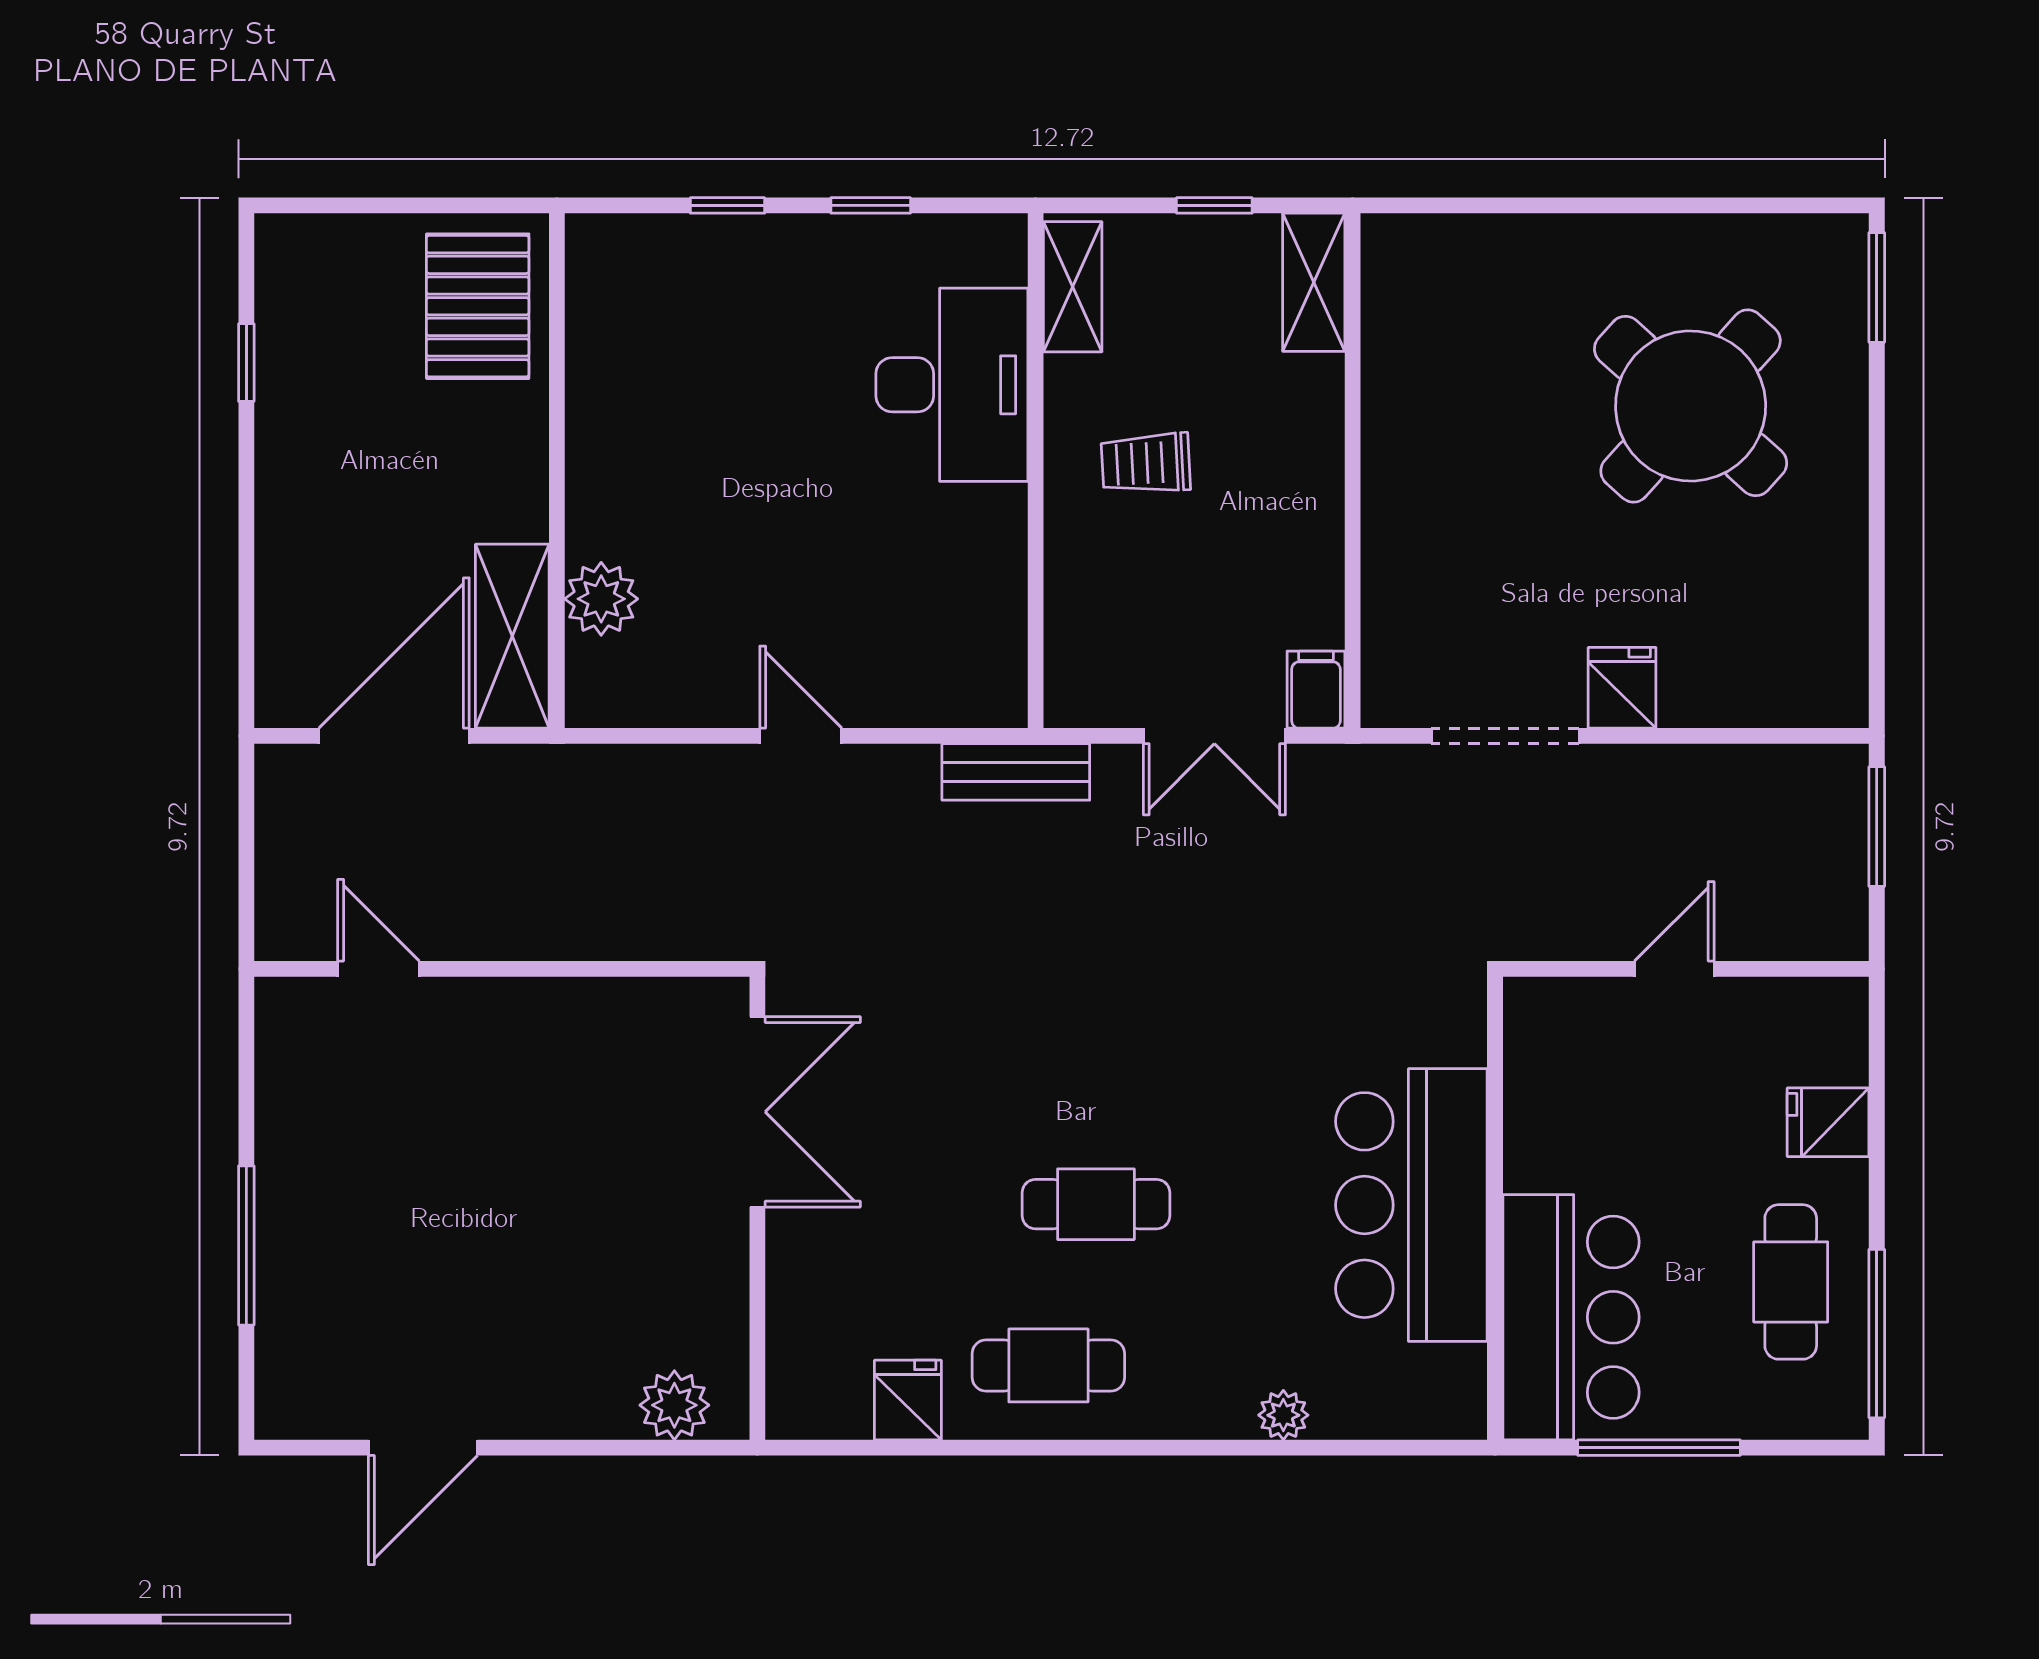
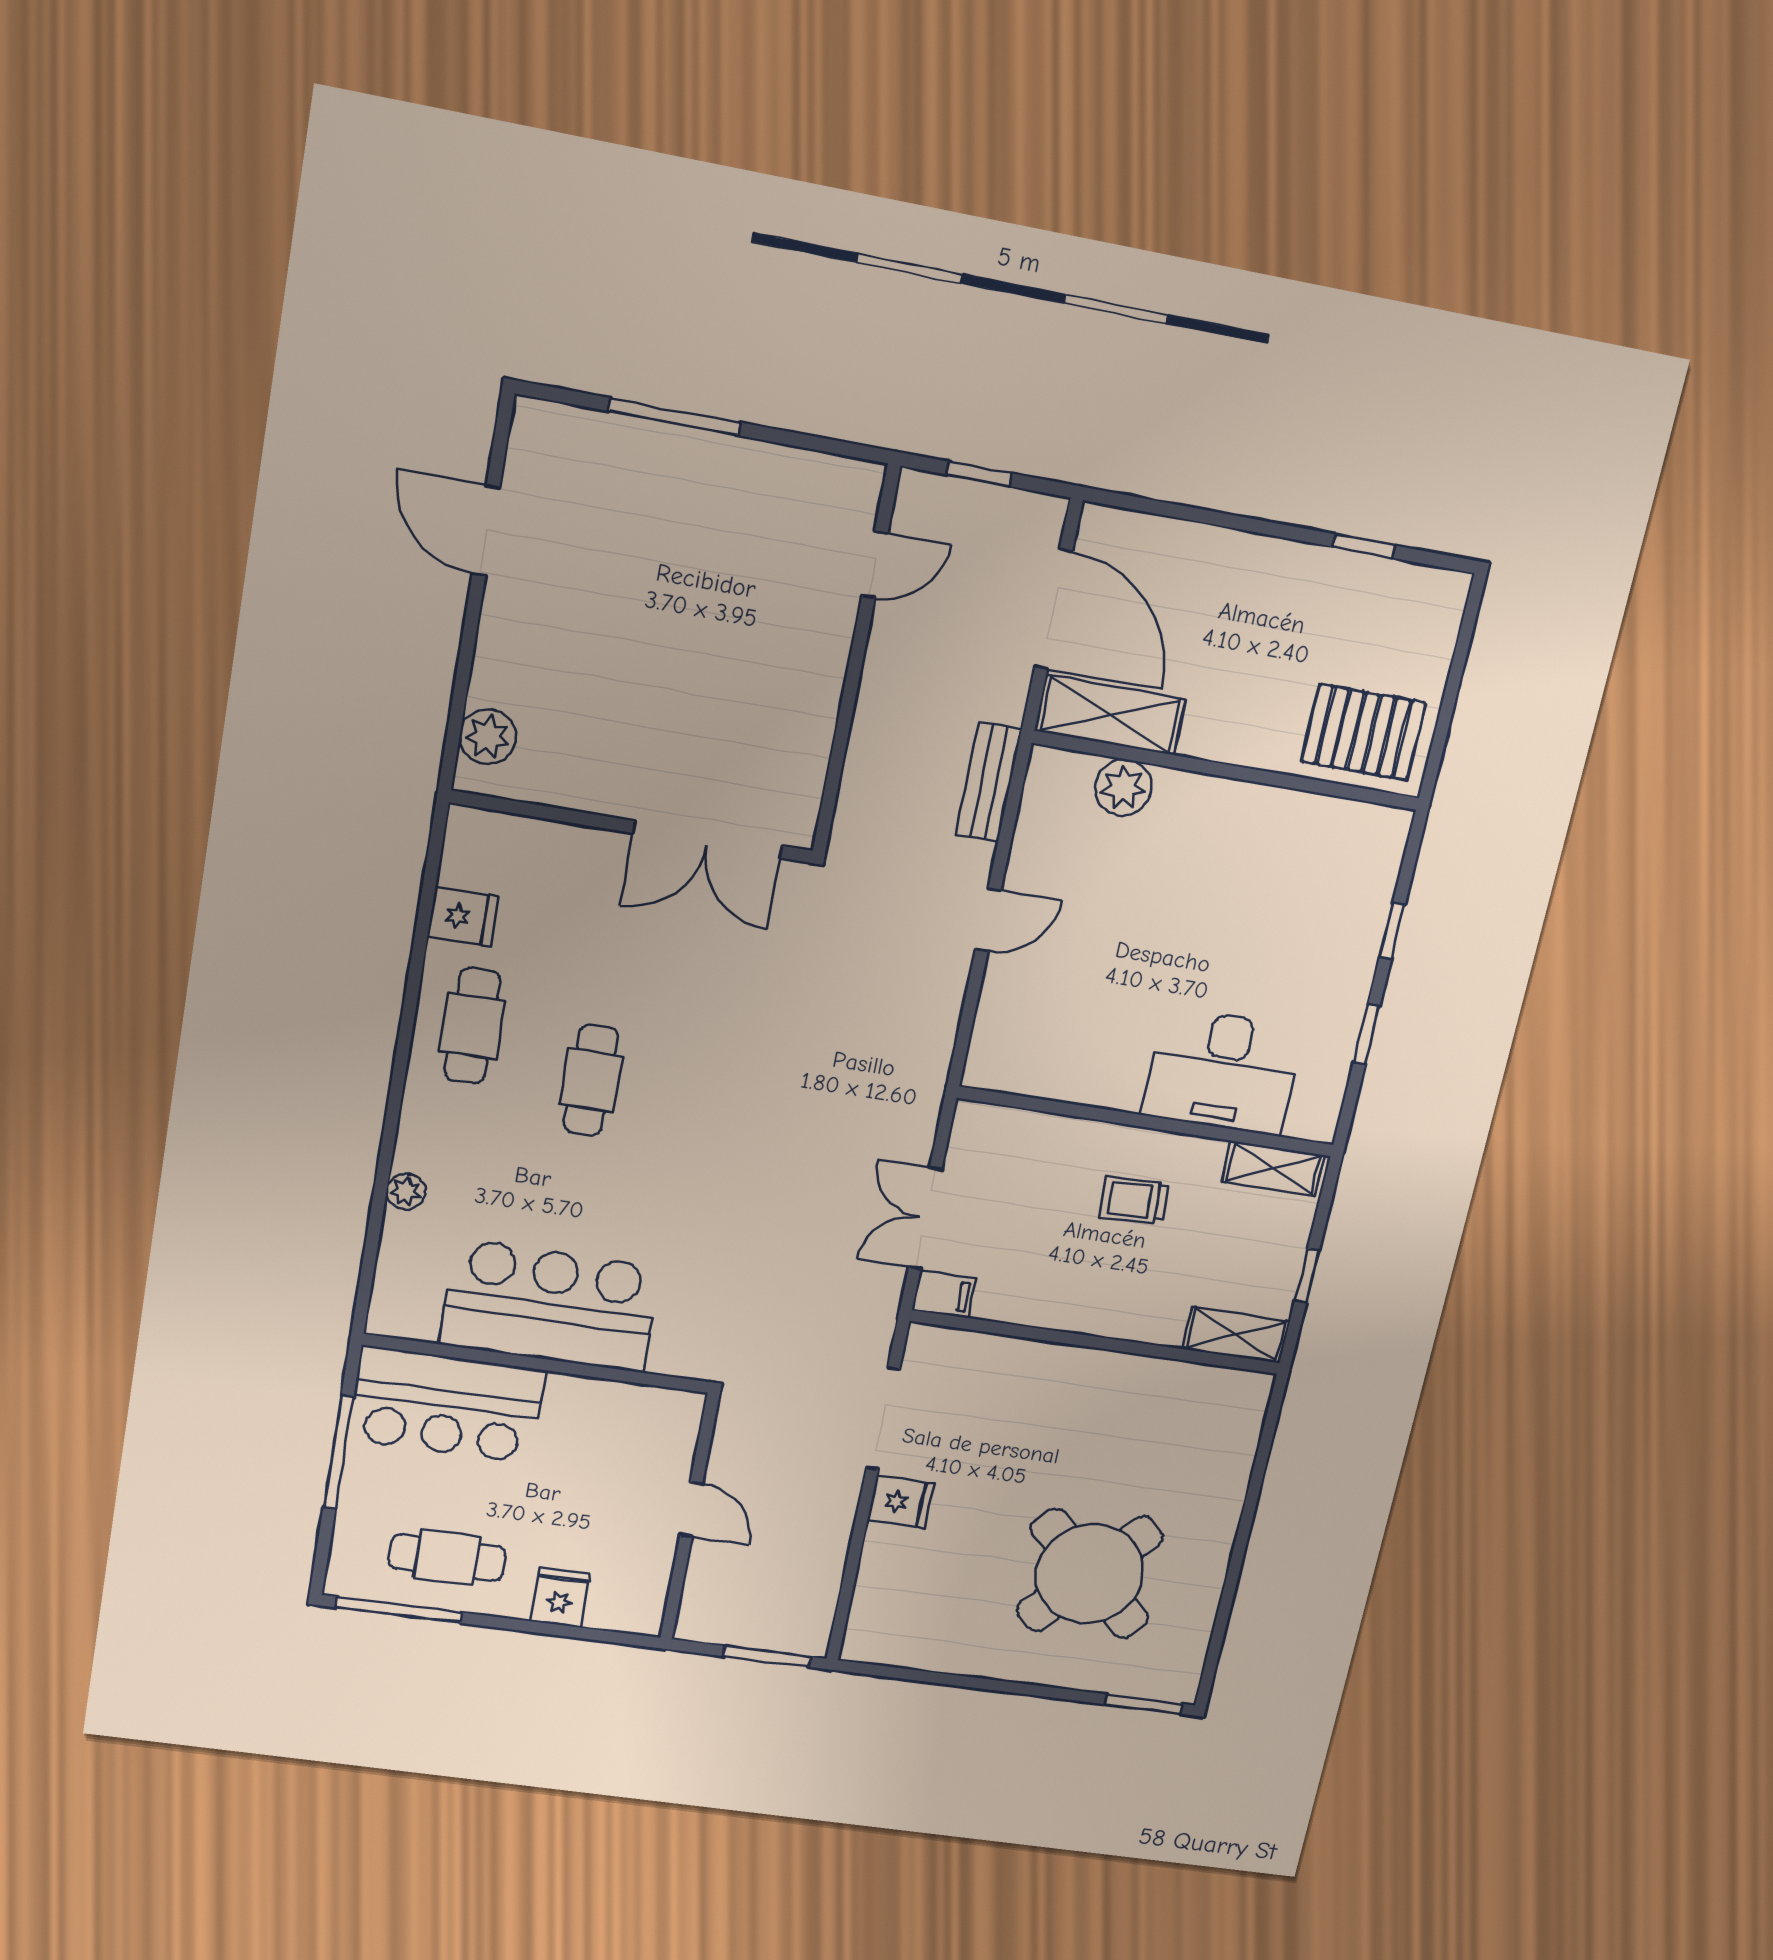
trolley: (1146, 463) -> (1134, 1200), turned -90
bench: (1016, 772) -> (989, 782), moved
window: (246, 862) -> (979, 474), added

